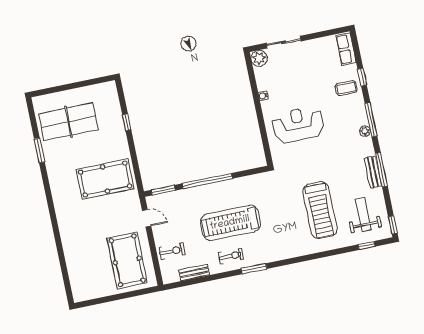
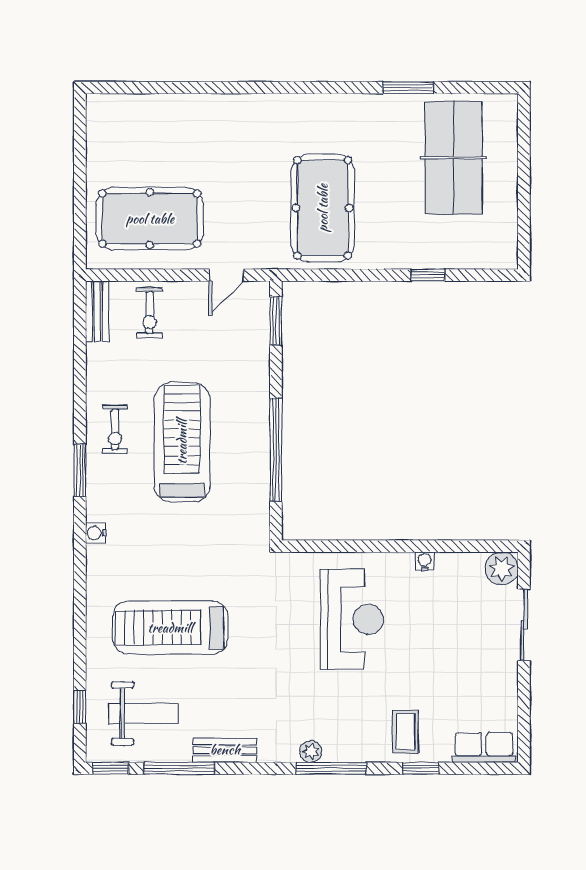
window: (381, 170) -> (179, 768), moved
window: (207, 181) -> (276, 450), moved
water cooler: (282, 255) -> (96, 533), added
bench: (194, 273) -> (97, 311), moved

